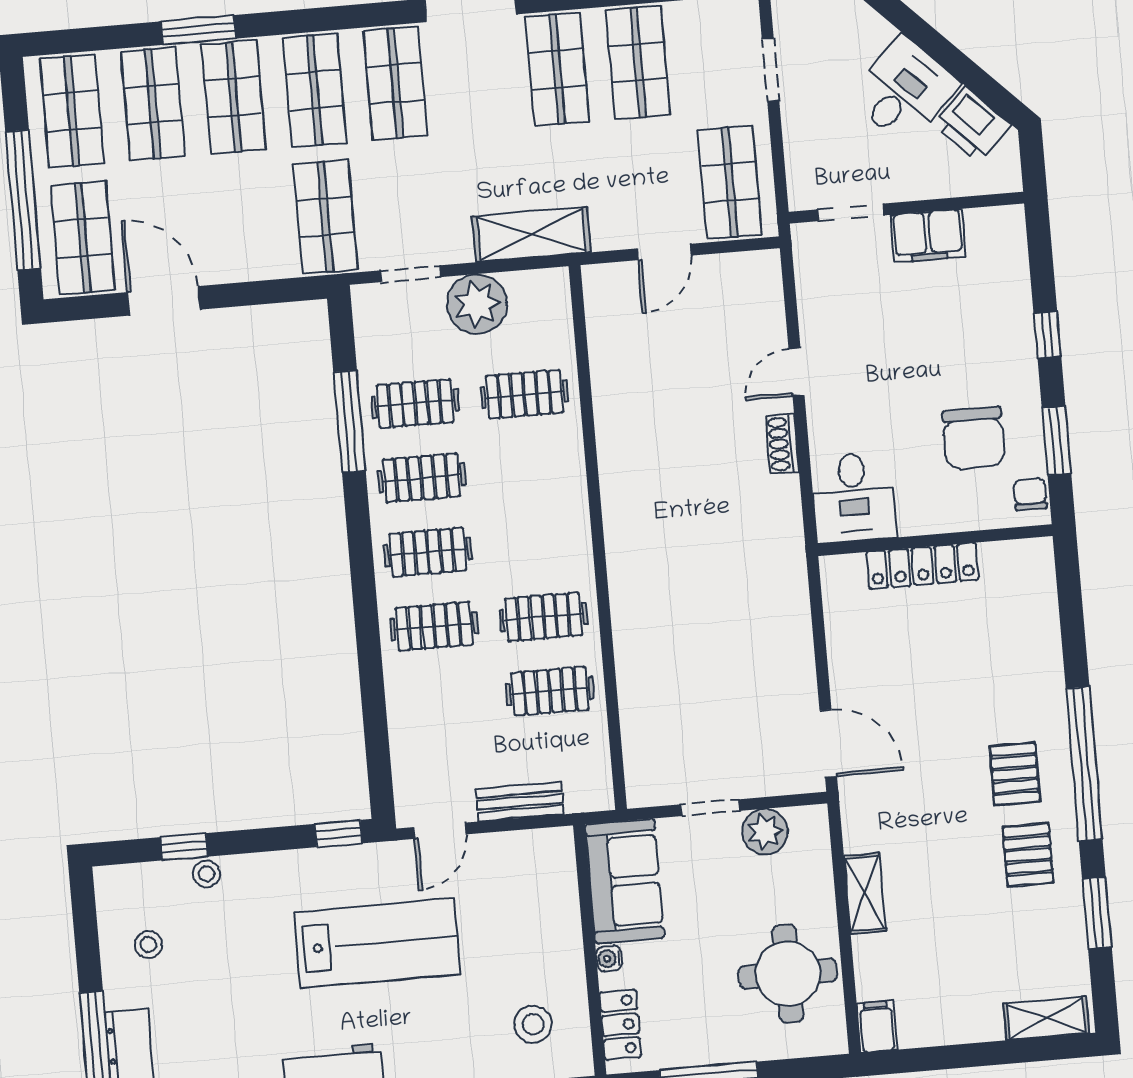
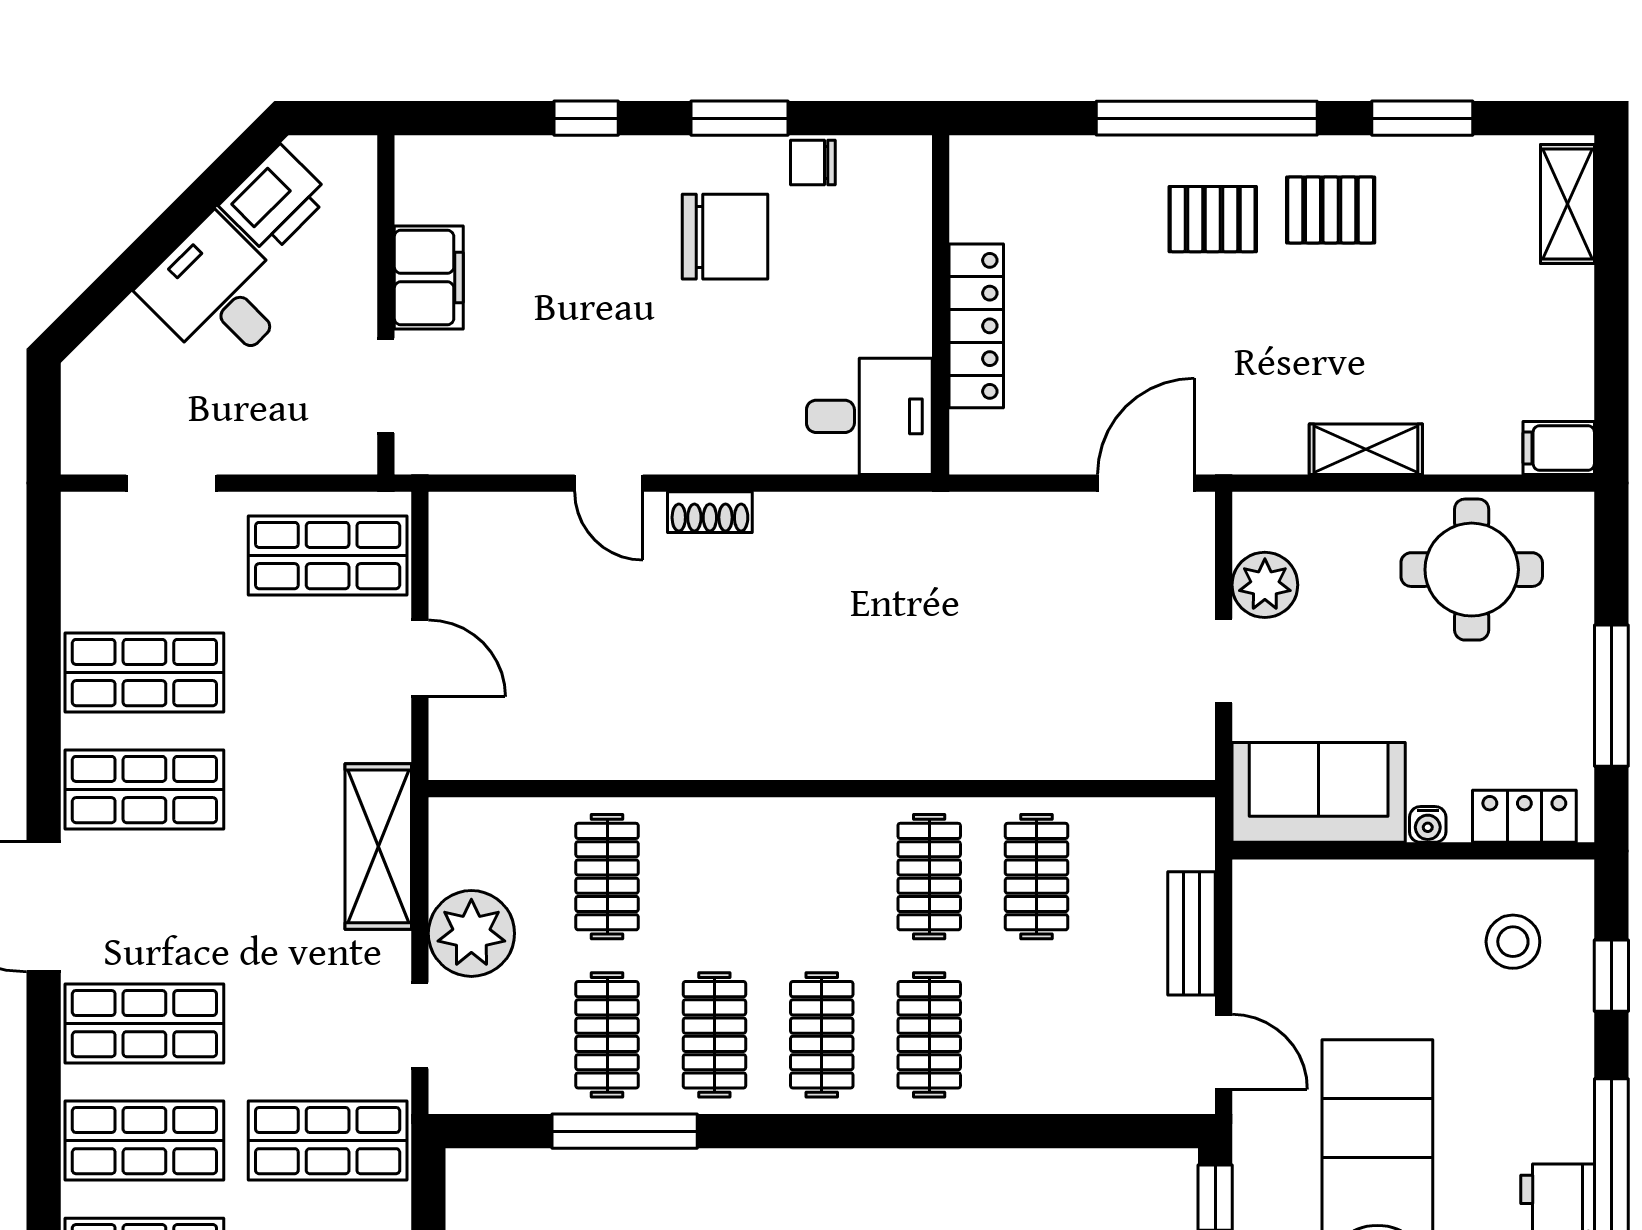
desk: (854, 497) -> (869, 416), moved
wall: (935, 540) -> (941, 305), moved
locker: (922, 566) -> (976, 326), moved

